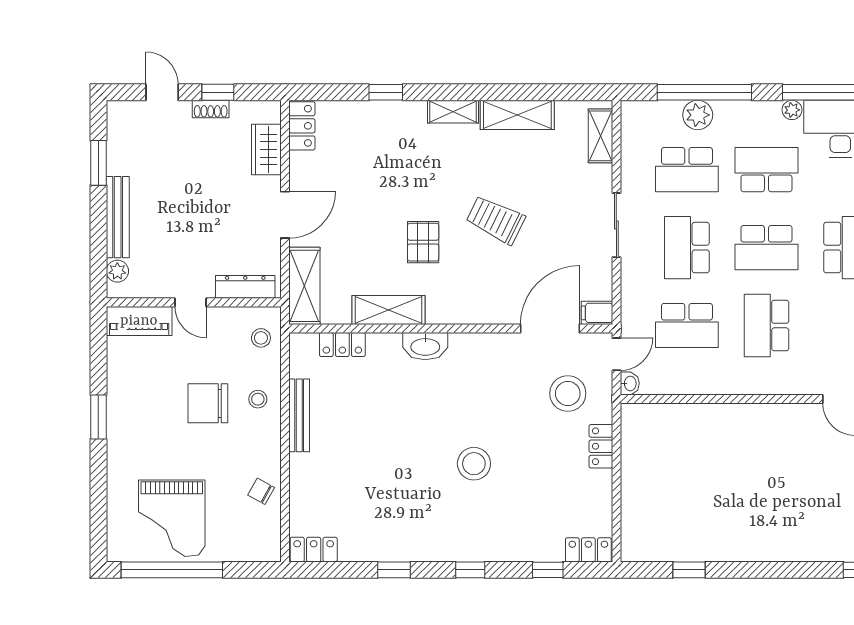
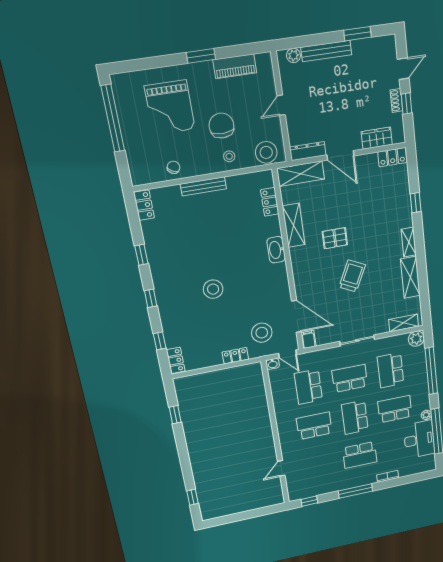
plant: (698, 115) -> (416, 339), moved
school desk: (766, 170) -> (395, 409), turned -90
dresser: (245, 287) -> (308, 151), moved, turned -90
piano: (139, 321) -> (235, 66), moved, turned -90
stool: (261, 338) -> (266, 152), width x1.89, depth x1.89
bench: (299, 415) -> (203, 186), moved
grand piano: (172, 518) -> (170, 108), moved, turned -90

